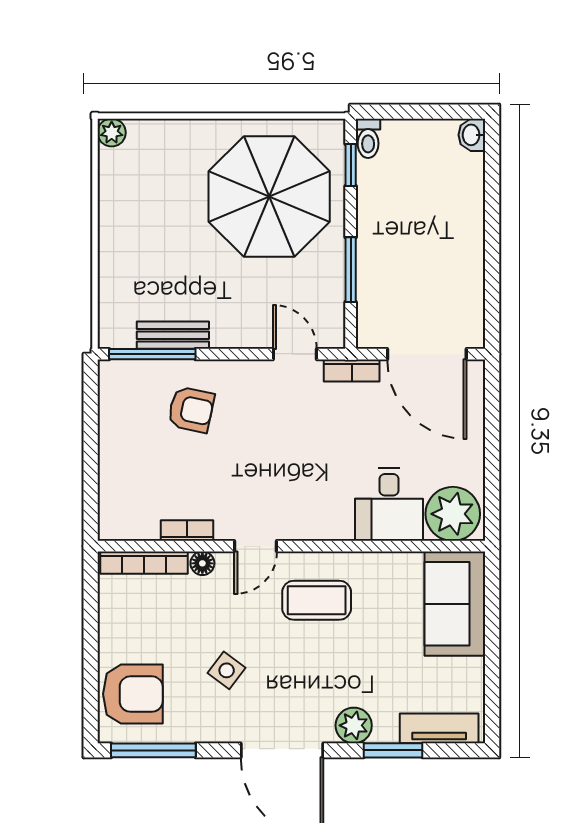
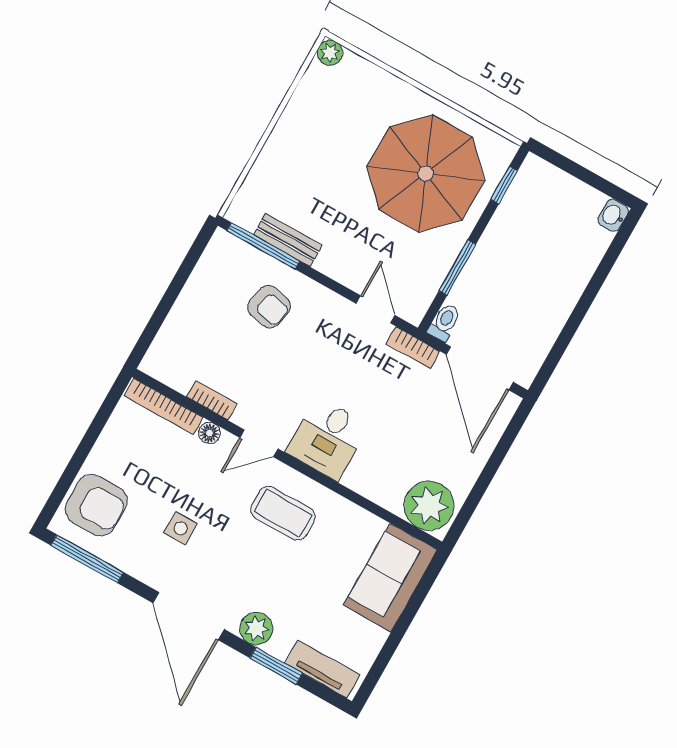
toilet: (368, 138) -> (445, 322), moved, turned 180
desk: (389, 504) -> (328, 439), moved
side table: (227, 670) -> (181, 528), turned -37

